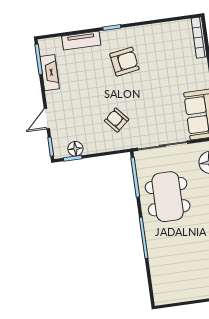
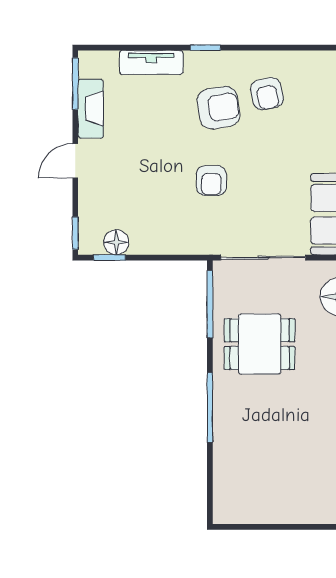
armchair: (152, 50) -> (267, 94), added
door: (47, 119) -> (75, 161), moved
armchair: (117, 120) -> (211, 181), moved, turned -139
dining table: (168, 197) -> (260, 344), width x0.73

